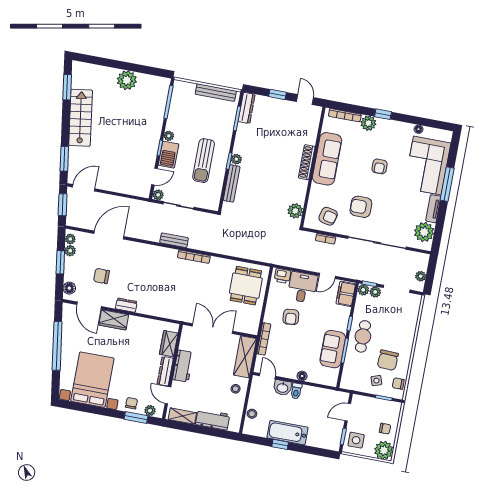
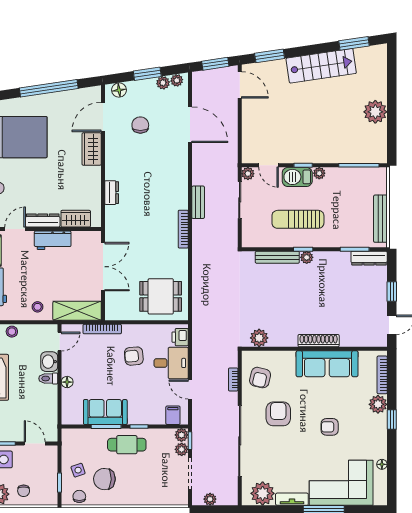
filing cabinet: (346, 294) -> (173, 415), width x0.50
dresser: (126, 305) -> (112, 193), moved

